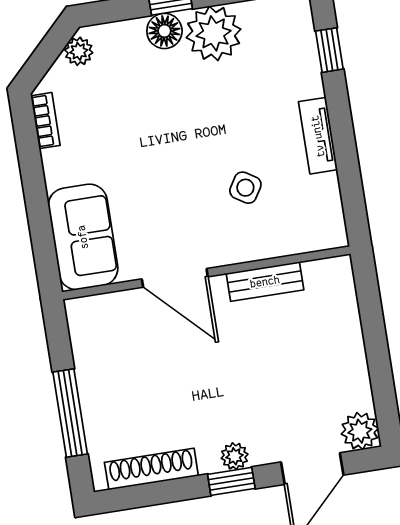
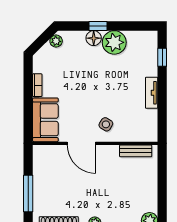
bookcase: (45, 121) -> (37, 85), moved
side table: (245, 188) -> (106, 124), moved
bench: (265, 282) -> (136, 151), moved

